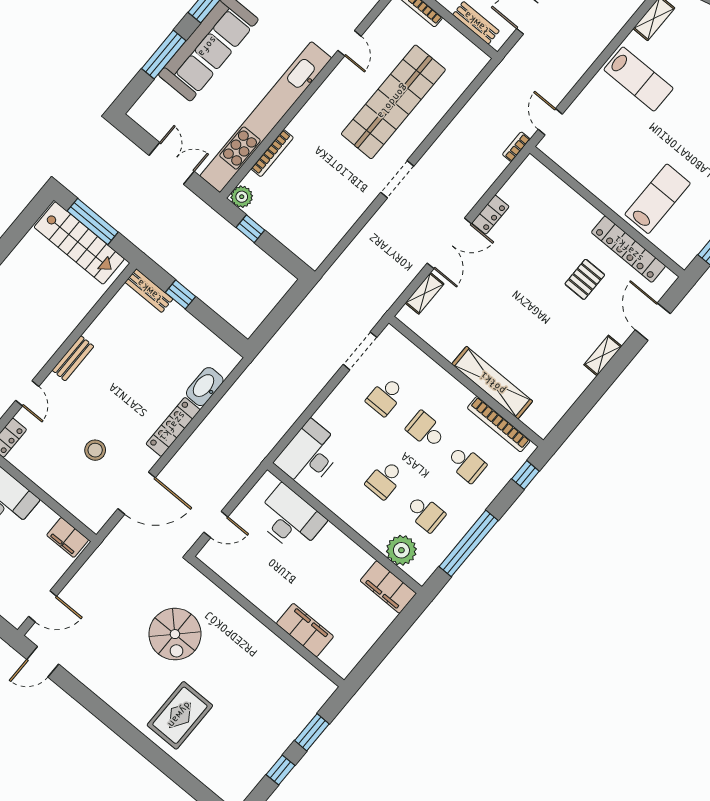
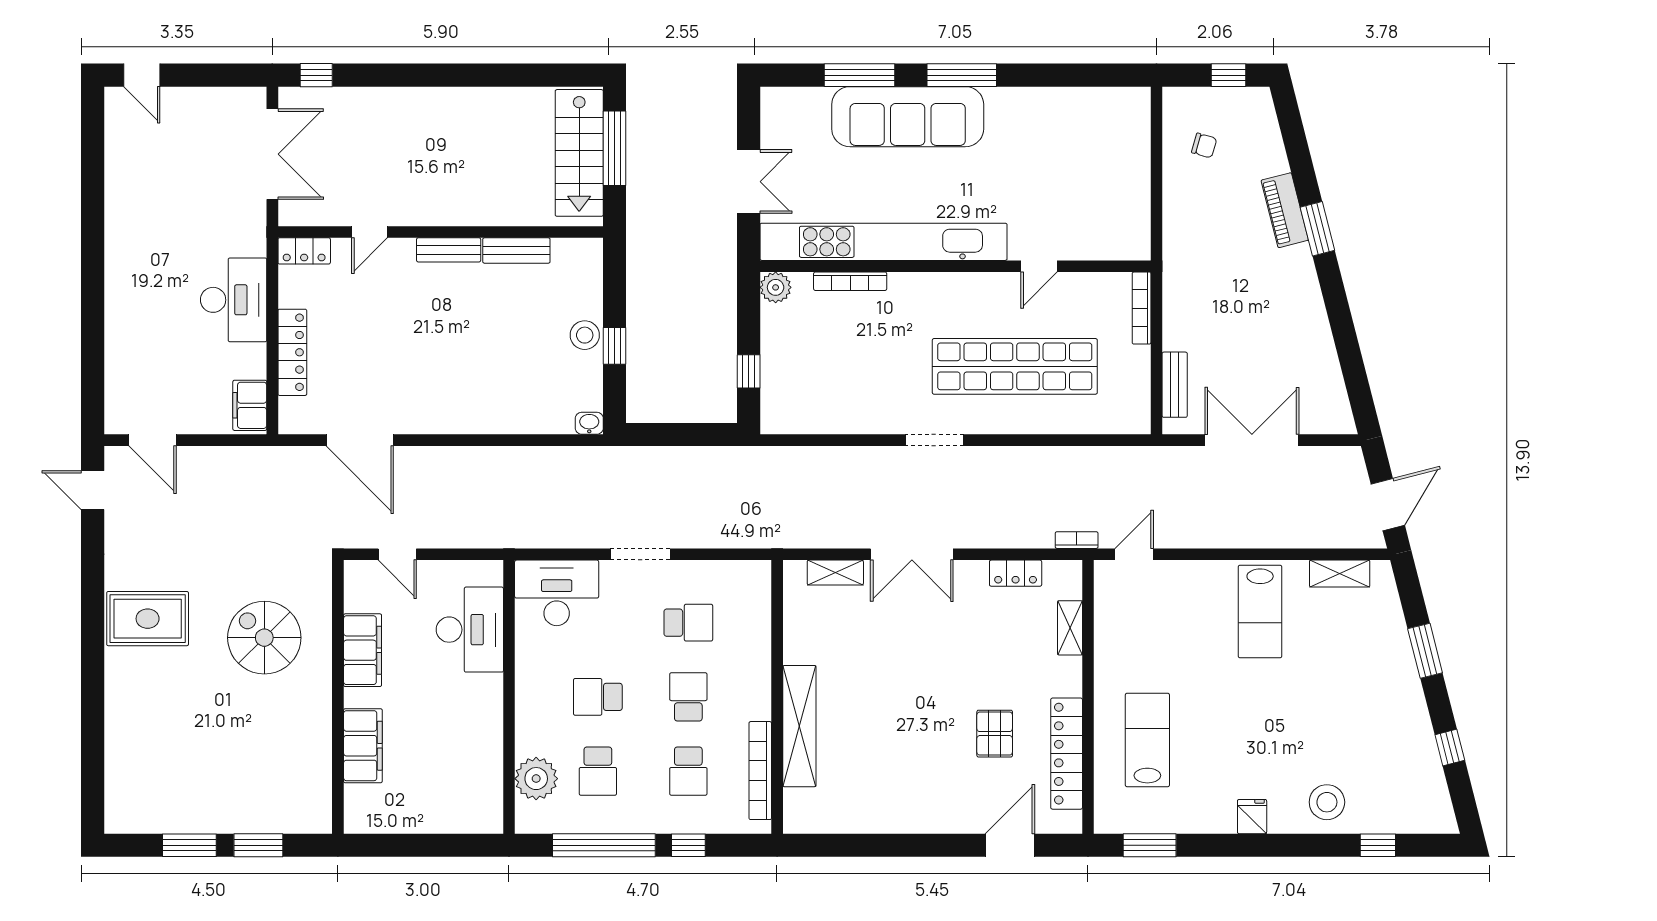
lab bench: (658, 199) -> (1147, 740), turned -90
locker: (490, 215) -> (1016, 573), moved
window: (250, 229) -> (749, 371), moved
pallet: (585, 279) -> (995, 734), turned 90
bench: (149, 291) -> (516, 250), moved, turned 90
window: (181, 294) -> (615, 346), moved
doorway: (360, 351) -> (640, 554), moved
shelving: (603, 355) -> (1070, 628), moved, turned 90
washbasin: (205, 387) -> (589, 423), moved, width x0.52, depth x0.69
school desk: (385, 396) -> (688, 623), turned 180
locker: (173, 427) -> (292, 352), moved, turned 90
stool: (95, 450) -> (585, 335), moved
window: (525, 475) -> (688, 845), moved
filing cabinet: (388, 587) -> (363, 650), moved, turned 180
spiral stairs: (175, 634) -> (264, 638), moved, turned 90
rug: (180, 715) -> (148, 619), moved
window: (281, 770) -> (189, 845), width x1.50

